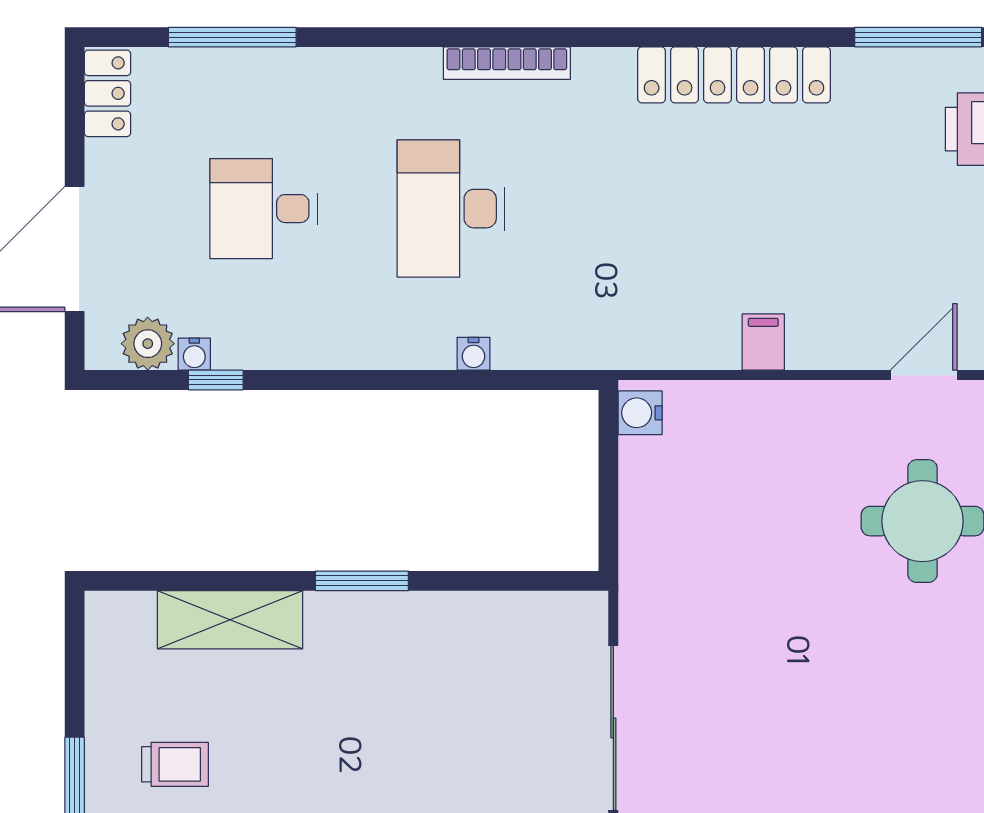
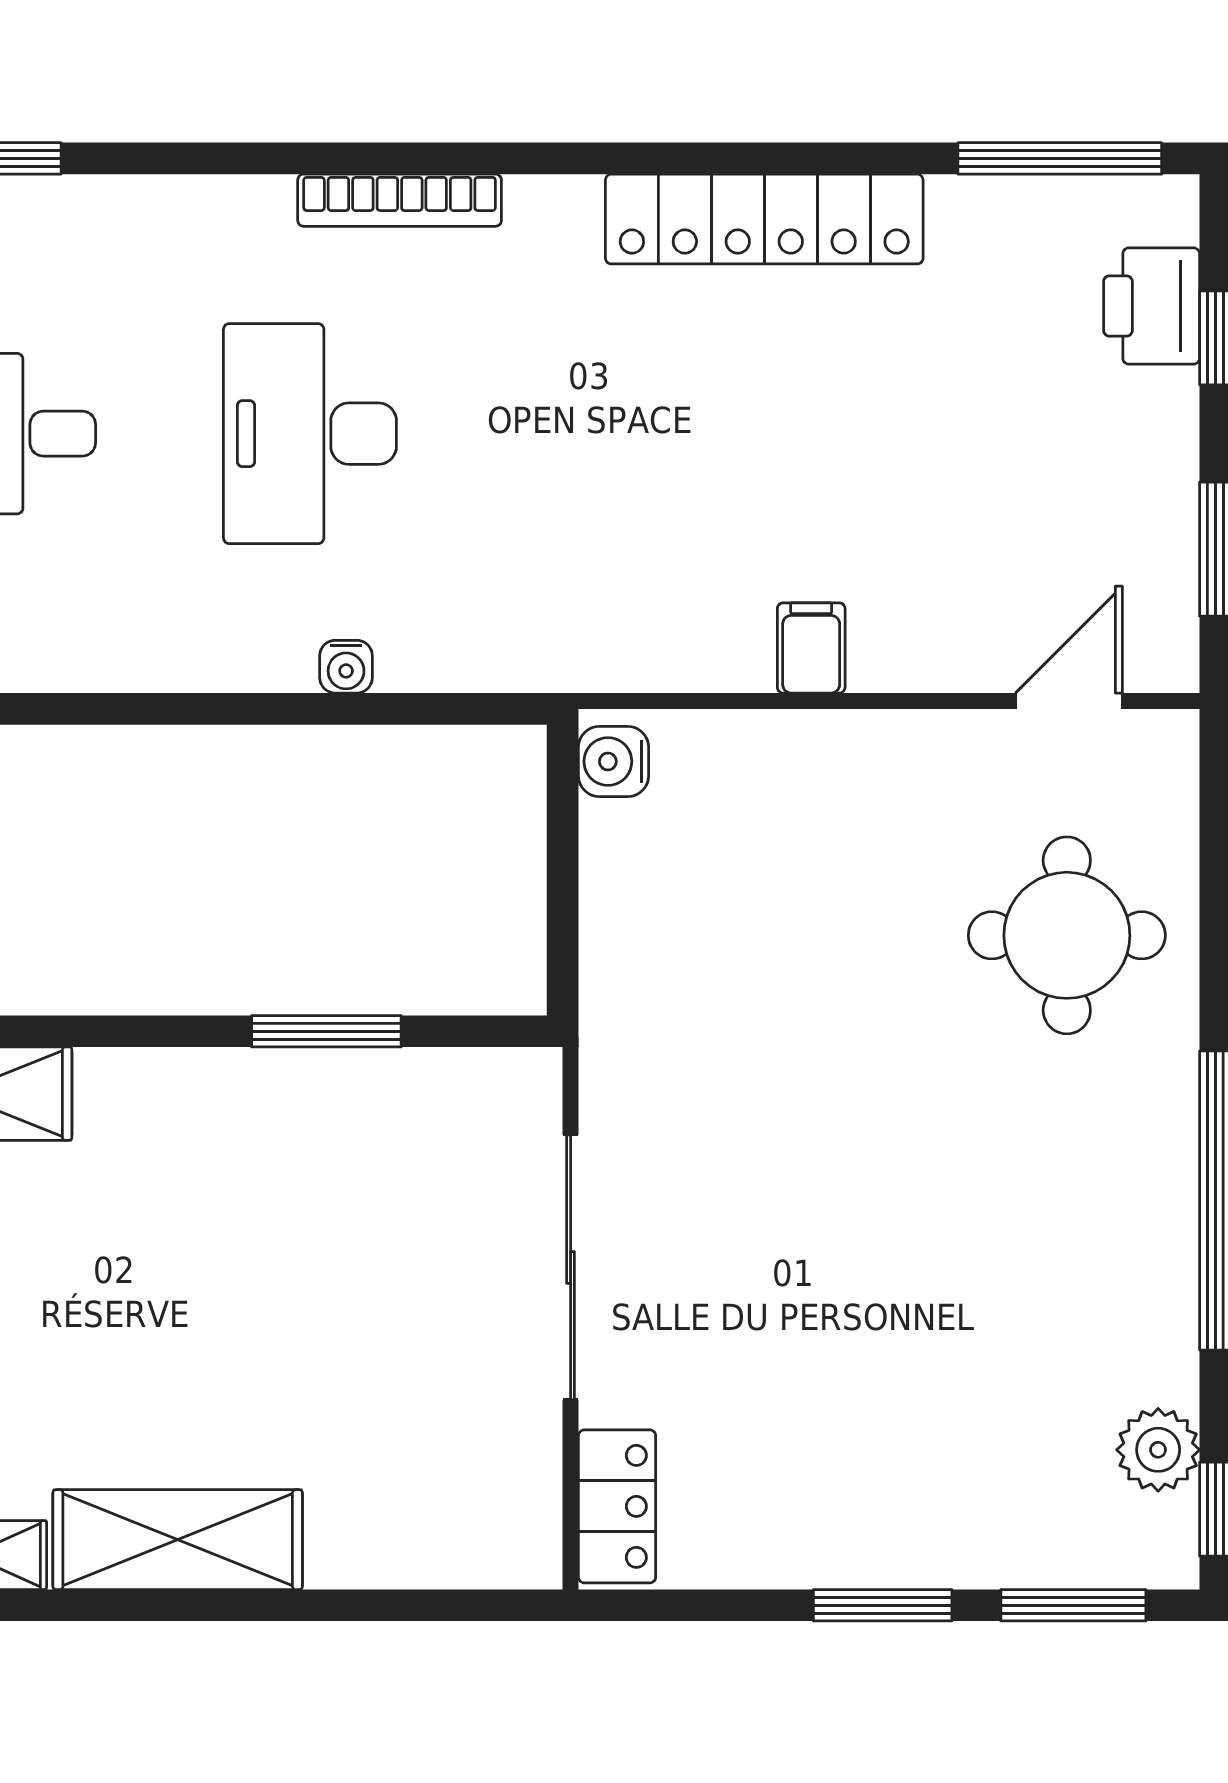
window: (362, 581) -> (326, 1031), moved

